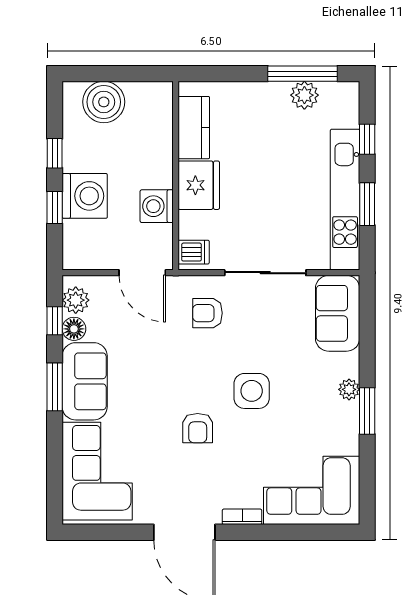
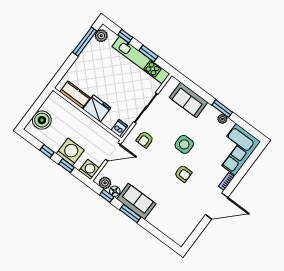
plant: (304, 95) -> (101, 36), moved
washing machine: (157, 206) -> (89, 169), moved, turned 180
sofa: (338, 313) -> (189, 100), moved
plant: (349, 389) -> (222, 119), moved
corner sofa: (97, 471) -> (172, 221), removed

